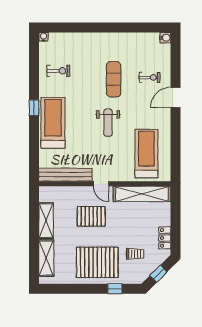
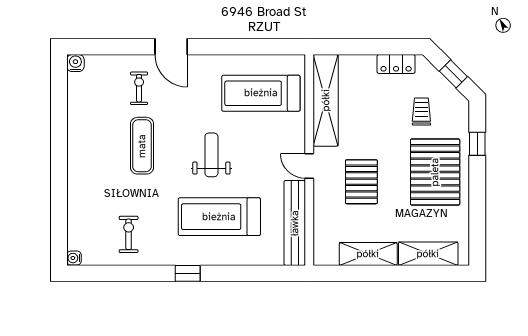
exercise mat: (114, 79) -> (142, 146), turned 90
treadmill: (53, 123) -> (219, 217), moved
weight bench: (108, 123) -> (211, 155), turned -90
door: (101, 184) -> (309, 166), swing flipped

